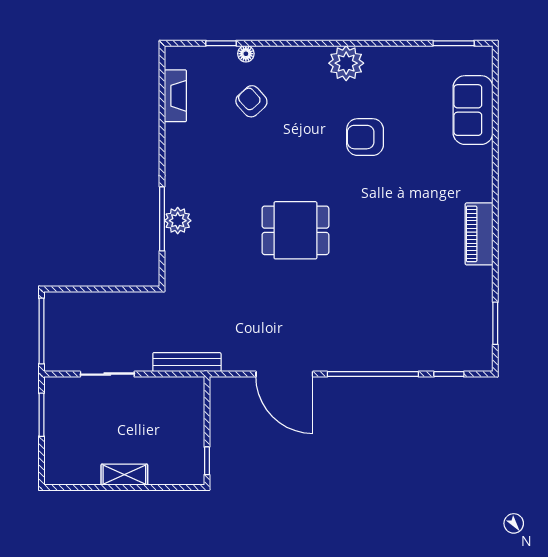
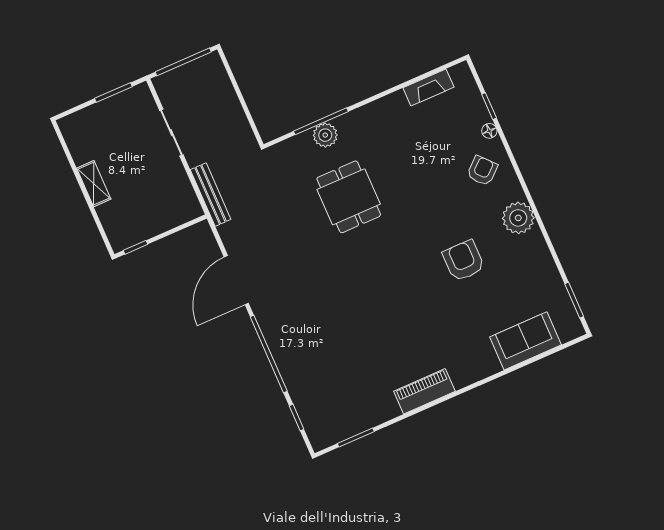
armchair: (251, 101) -> (482, 171), moved
dining table: (295, 230) -> (349, 197), moved

